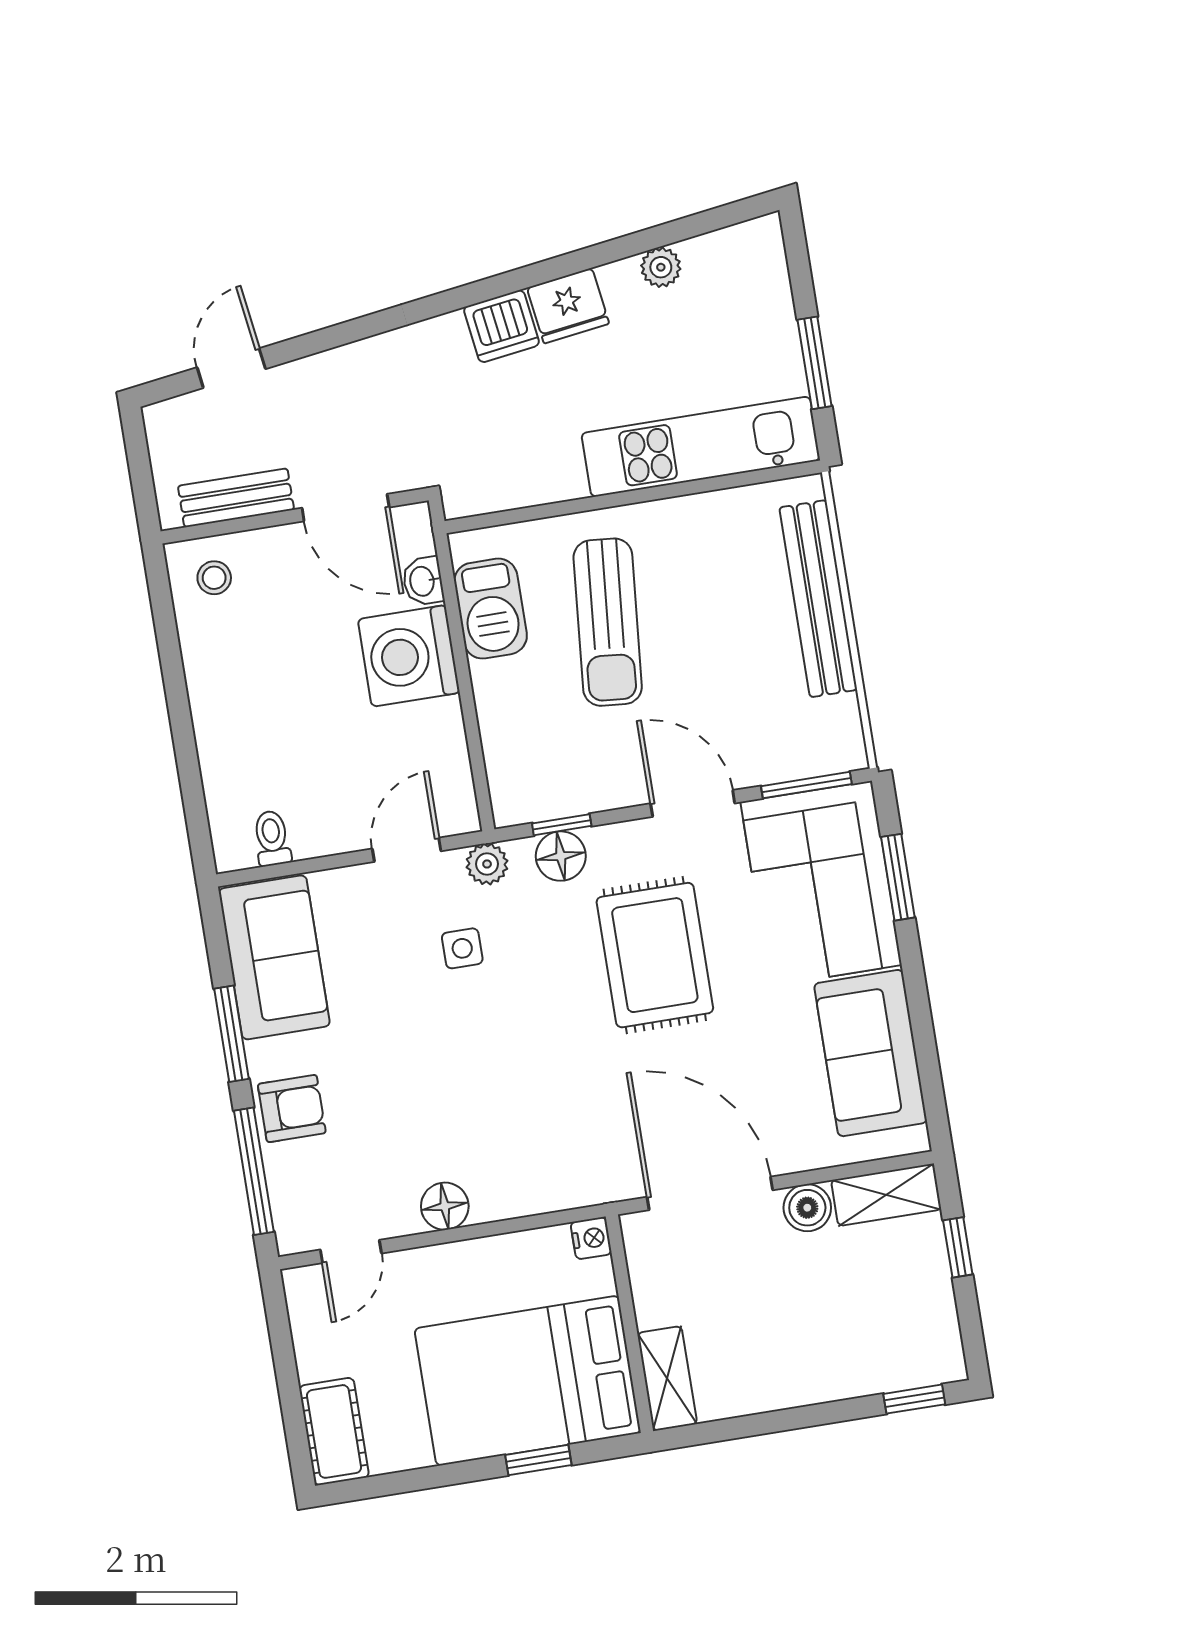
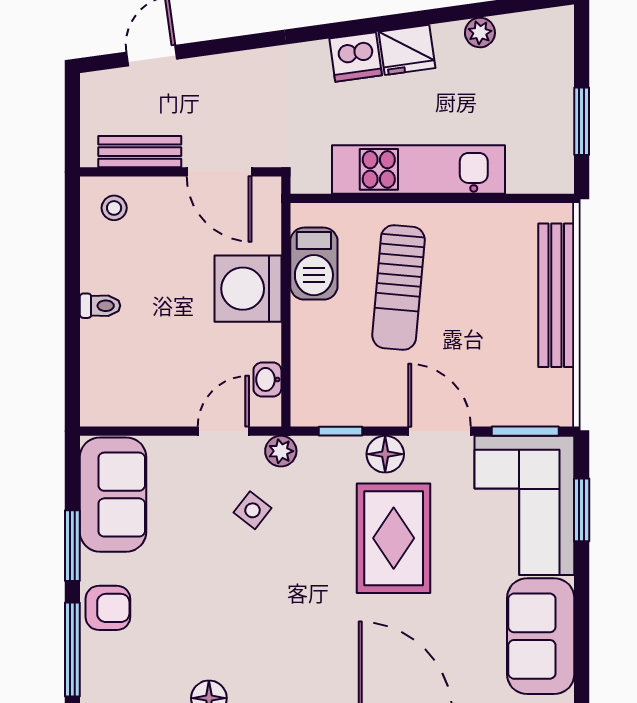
kitchen unit: (701, 447) -> (418, 169), moved
washbasin: (423, 581) -> (267, 379), moved
toilet: (272, 838) -> (100, 306), moved, turned 90
floor lamp: (561, 856) -> (385, 454), moved
side table: (462, 948) -> (253, 510), turned 38

